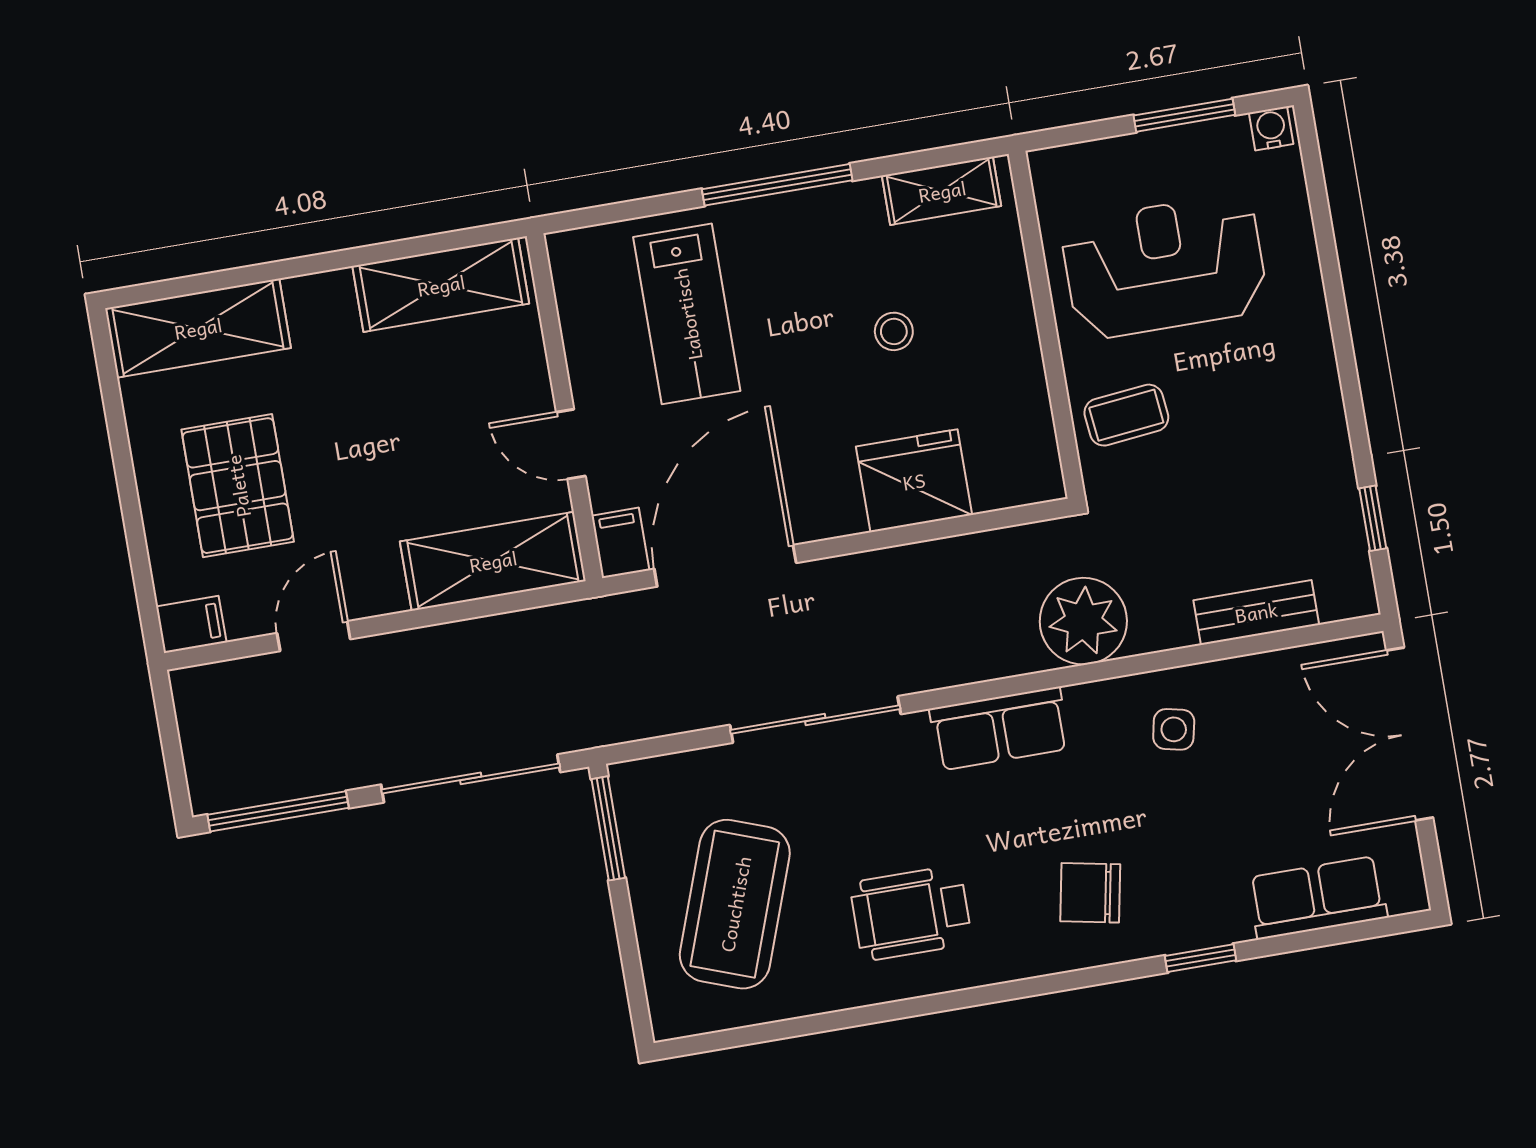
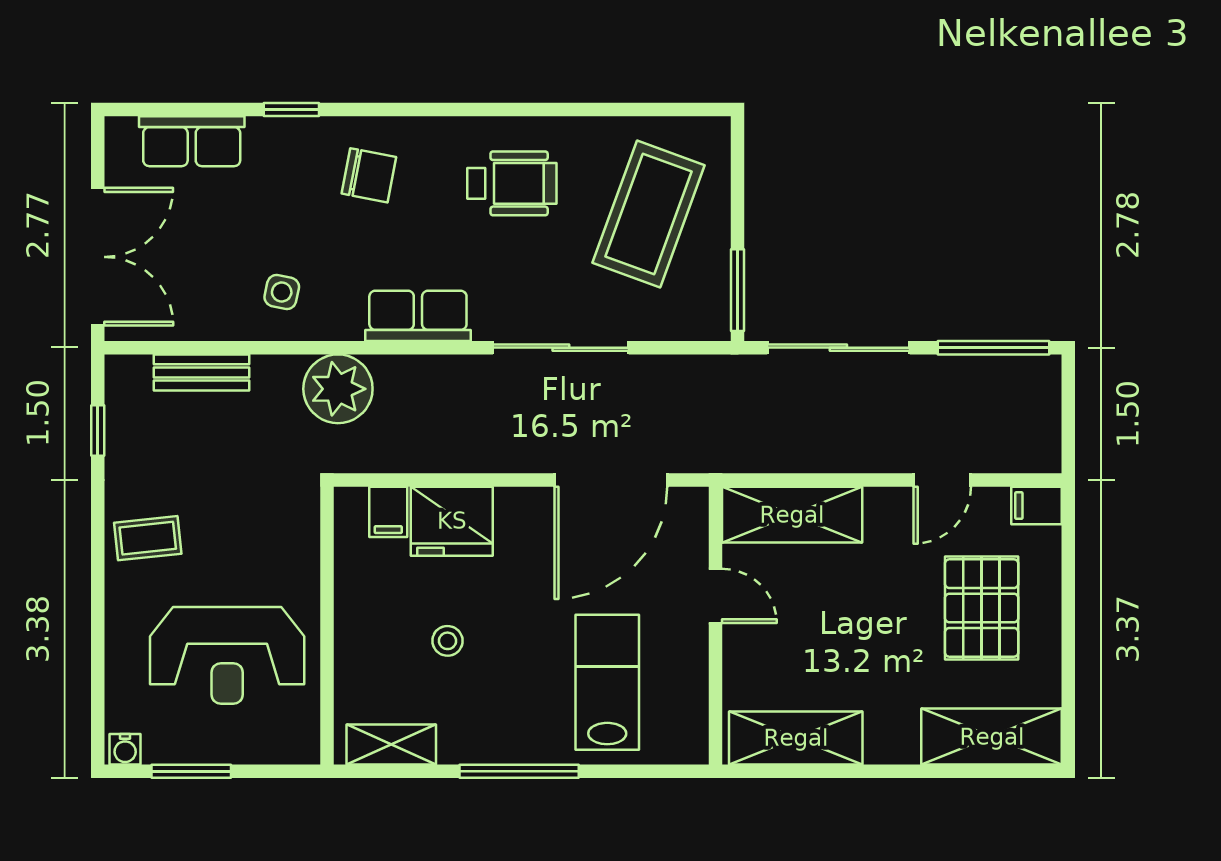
coffee table: (1126, 415) -> (148, 538), moved
filing cabinet: (620, 543) -> (388, 512), moved

